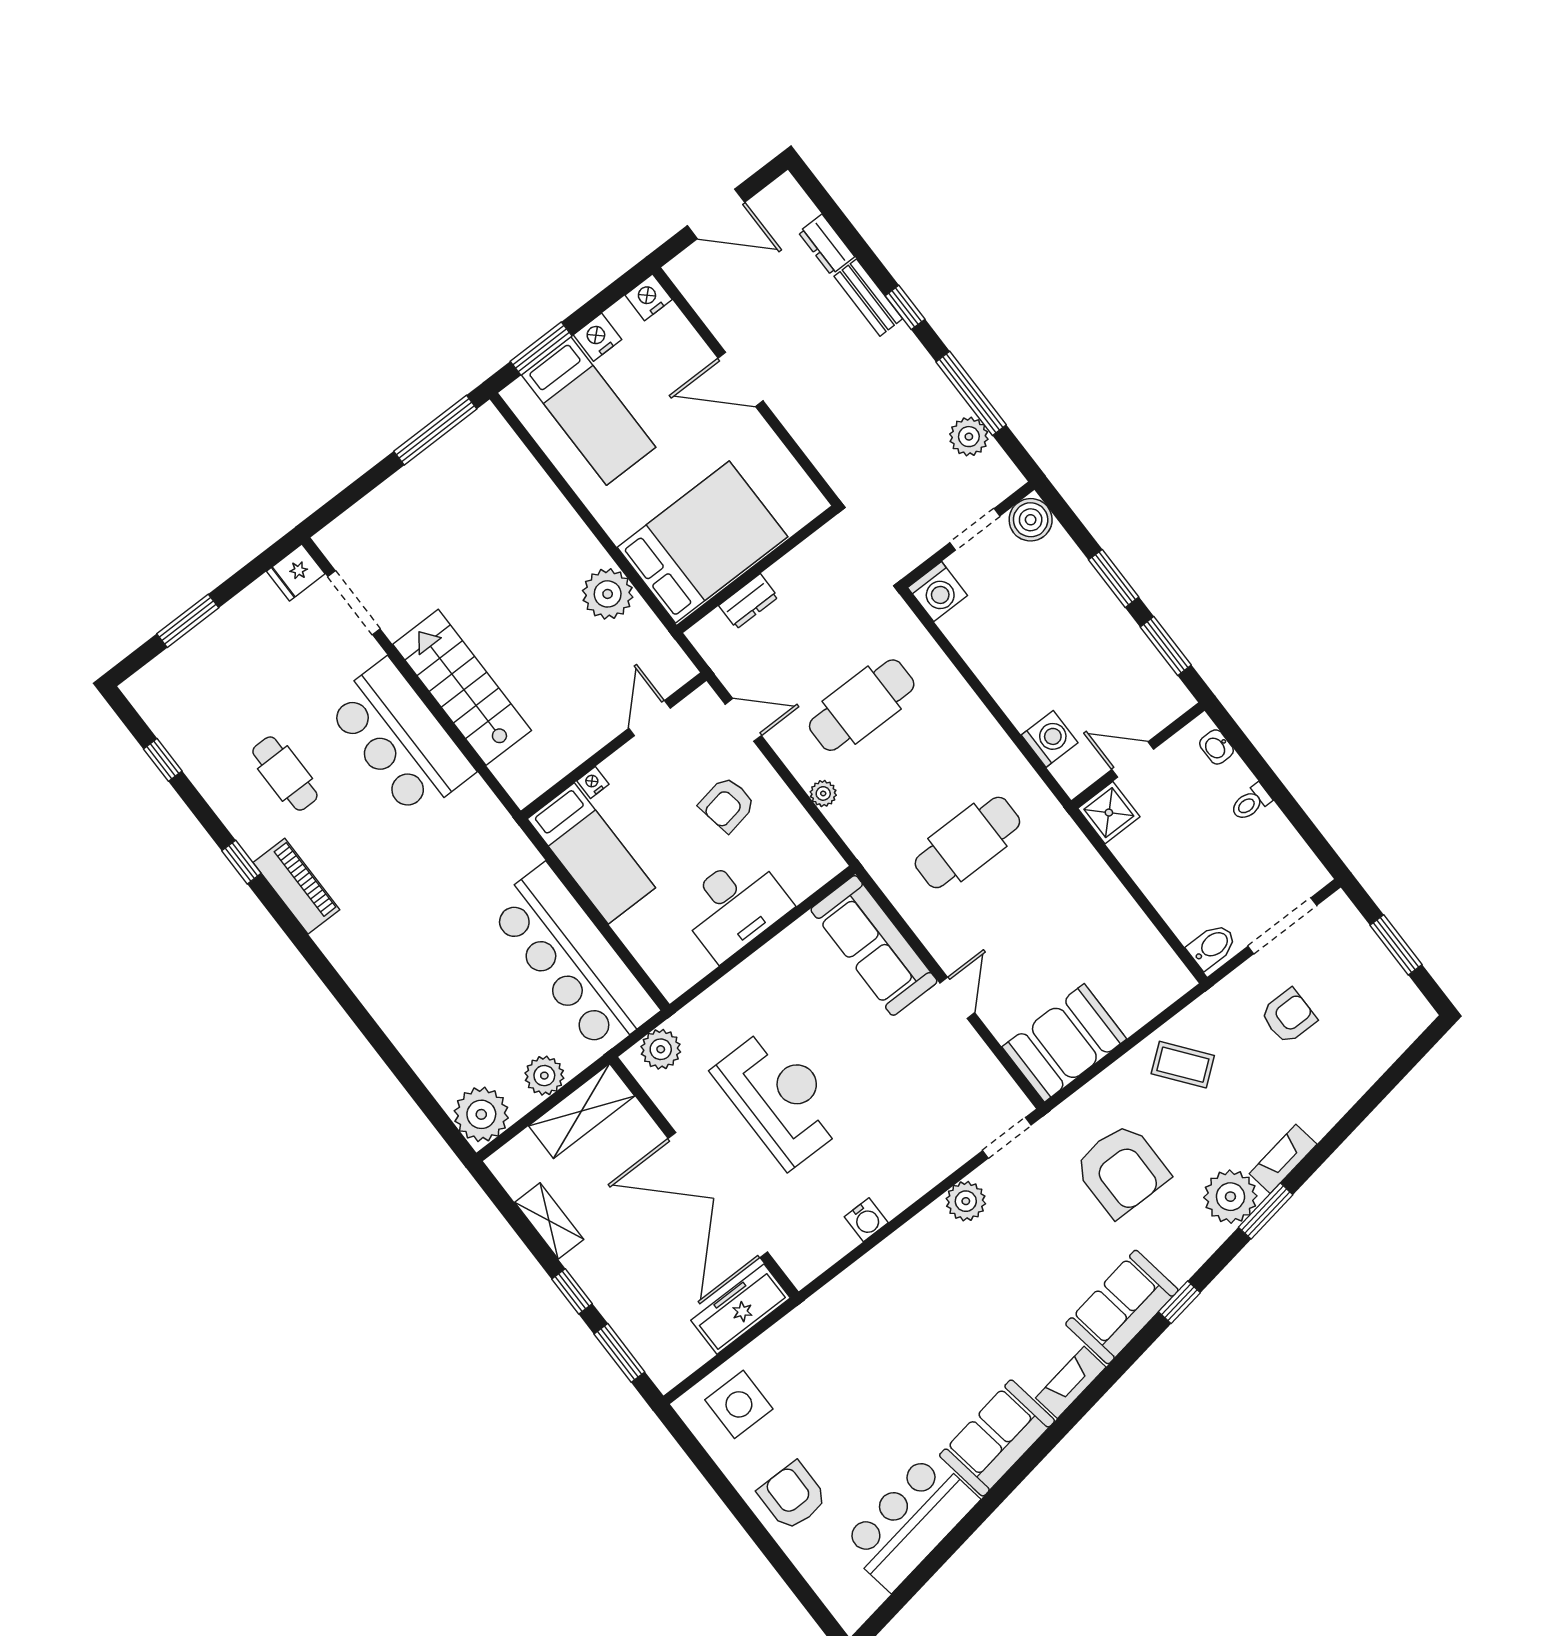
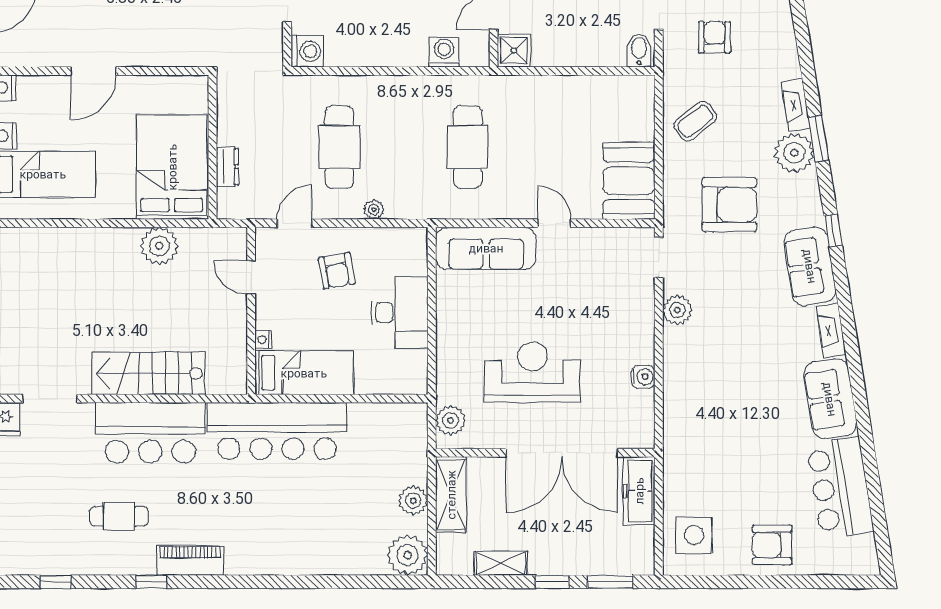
bar counter: (573, 959) -> (277, 431), moved

